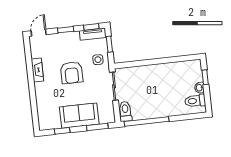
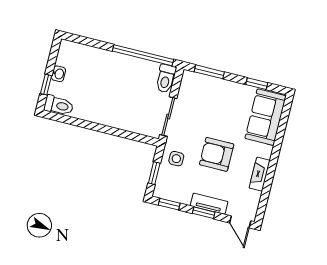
door: (39, 33) -> (240, 222), hinge flipped
tv unit: (93, 34) -> (209, 204), moved
armchair: (72, 73) -> (217, 154), turned -90
toilet: (195, 101) -> (59, 105), moved
sofa: (79, 116) -> (266, 117), moved, turned 90

